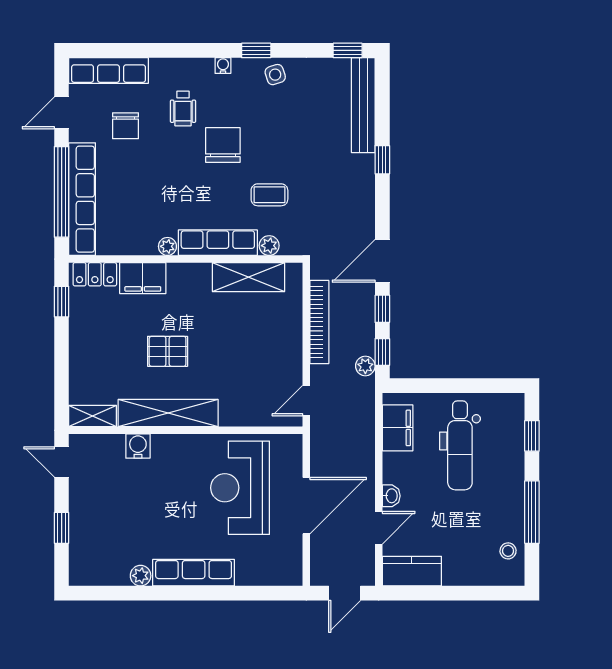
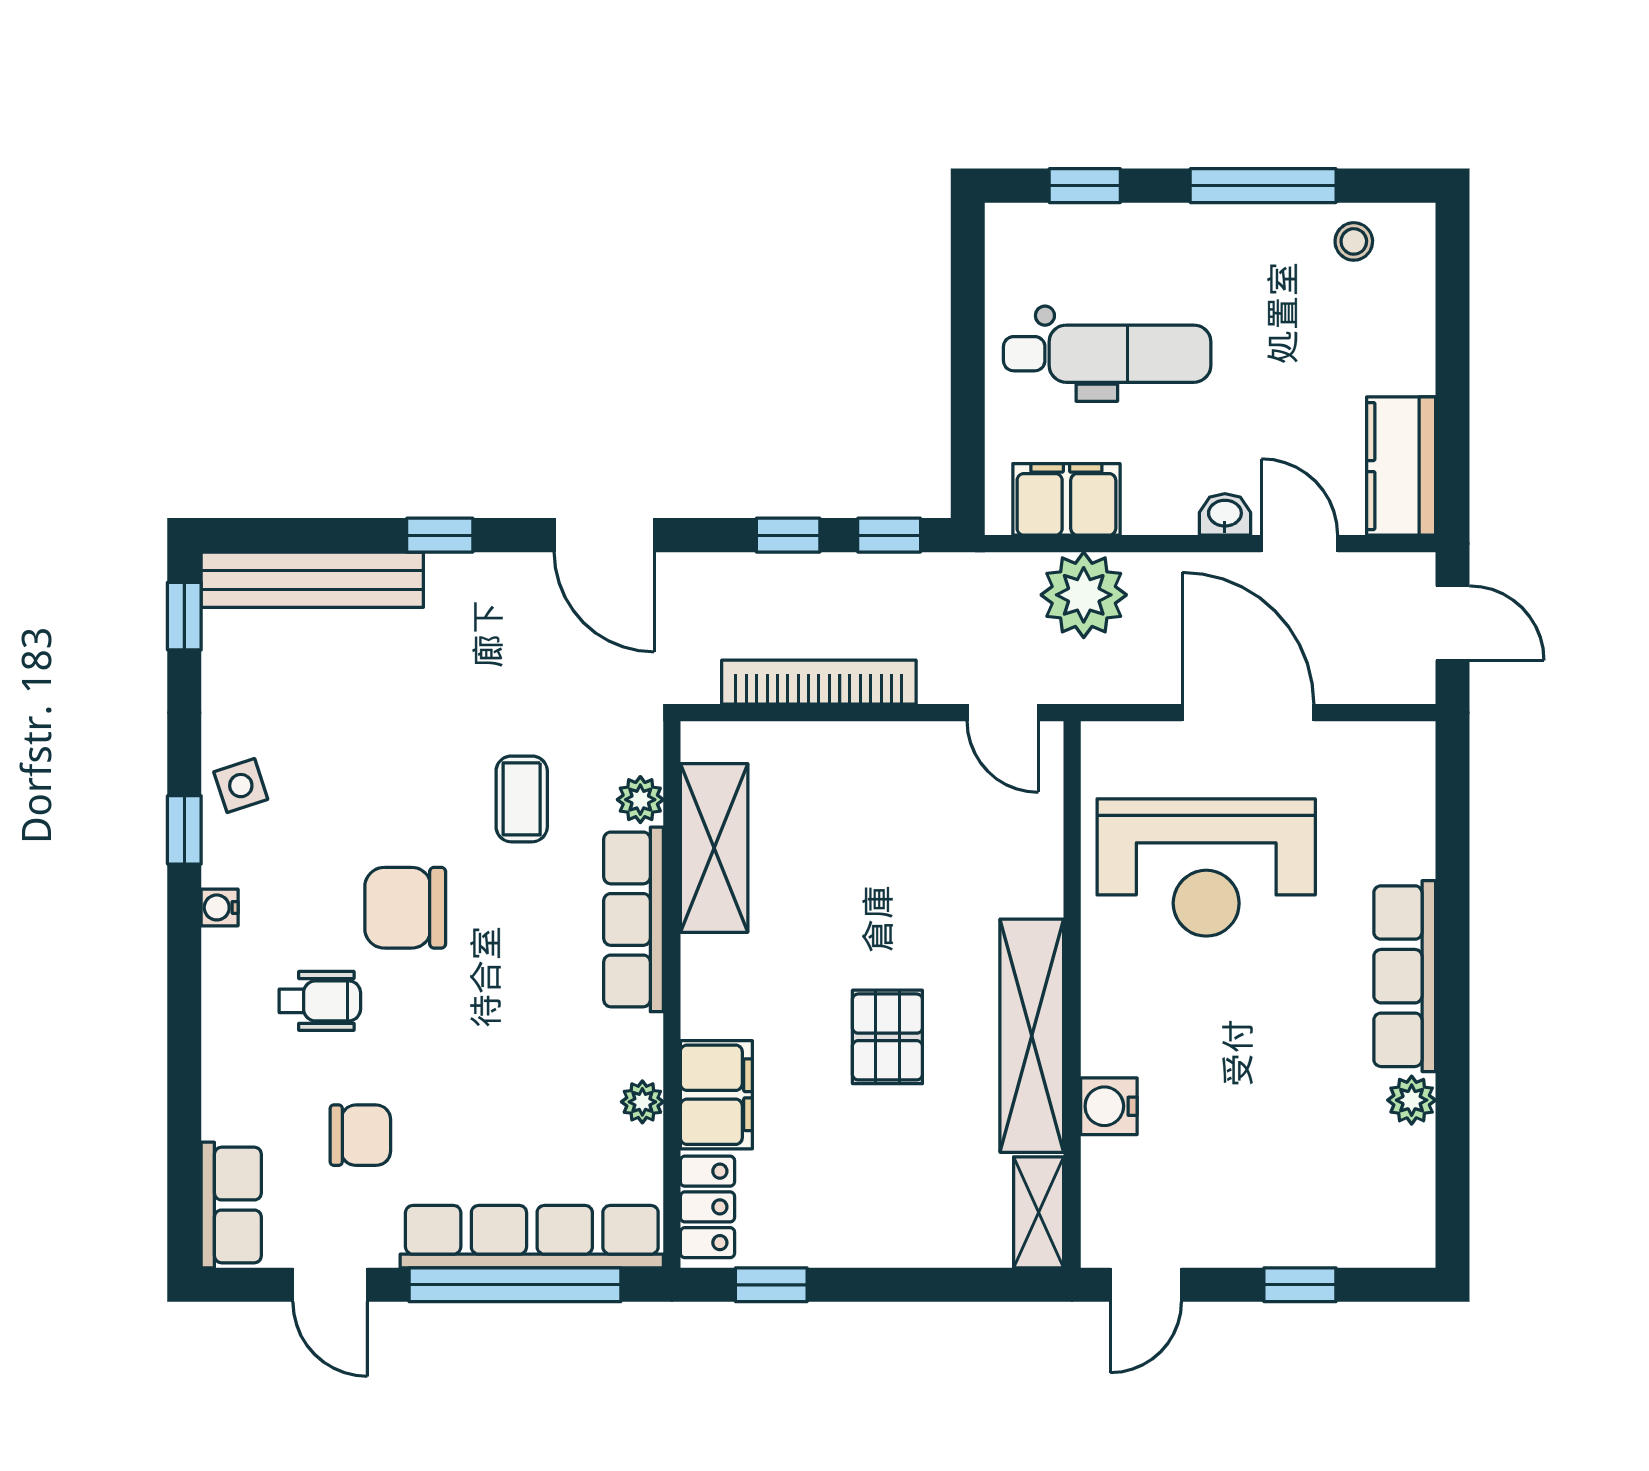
row of seats: (109, 71) -> (231, 1205), width x0.68
plant: (167, 246) -> (642, 1102), moved
door: (382, 261) -> (604, 535), moved
plant: (365, 366) -> (1084, 595), moved, width x1.87, depth x1.87

